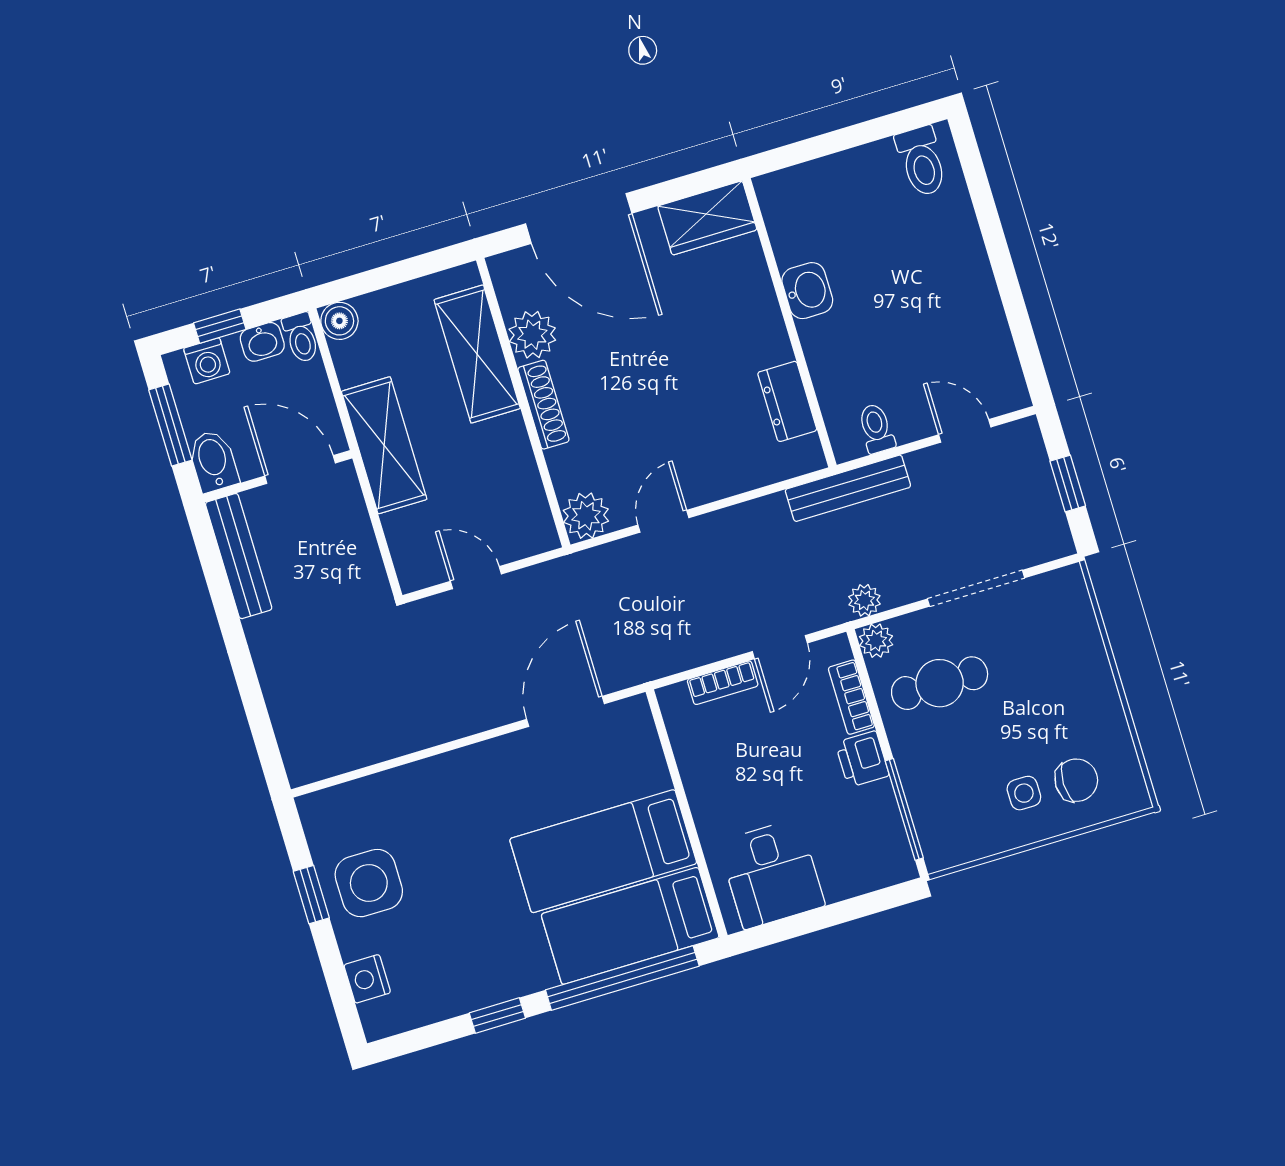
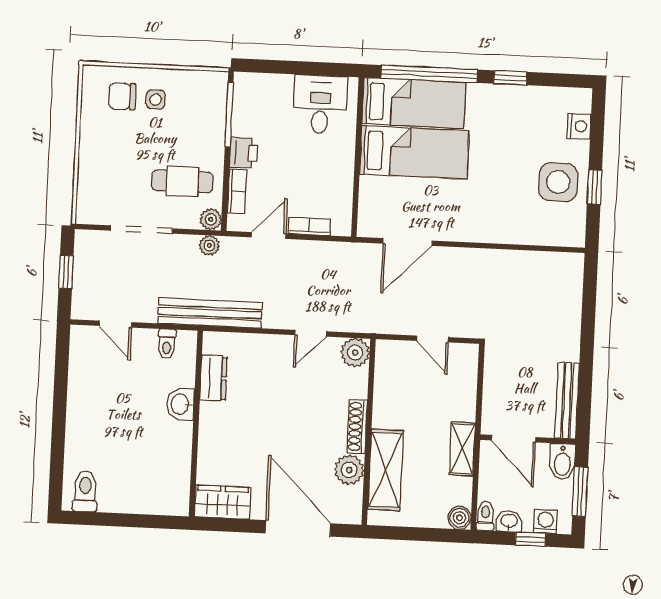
washbasin: (807, 291) -> (180, 404), moved
shelving: (384, 445) -> (462, 449), width x0.67, depth x0.75
bench: (848, 488) -> (210, 313), width x1.37, depth x1.21

